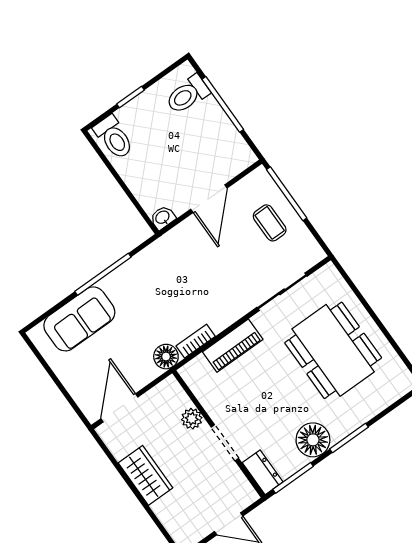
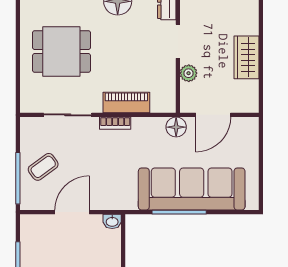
coffee table: (270, 223) -> (43, 167), turned 54
sofa: (79, 319) -> (192, 189), width x1.85, depth x1.27
bookcase: (196, 341) -> (115, 123), moved
dining table: (333, 350) -> (61, 52), width x0.73
door: (119, 408) -> (213, 115), moved

